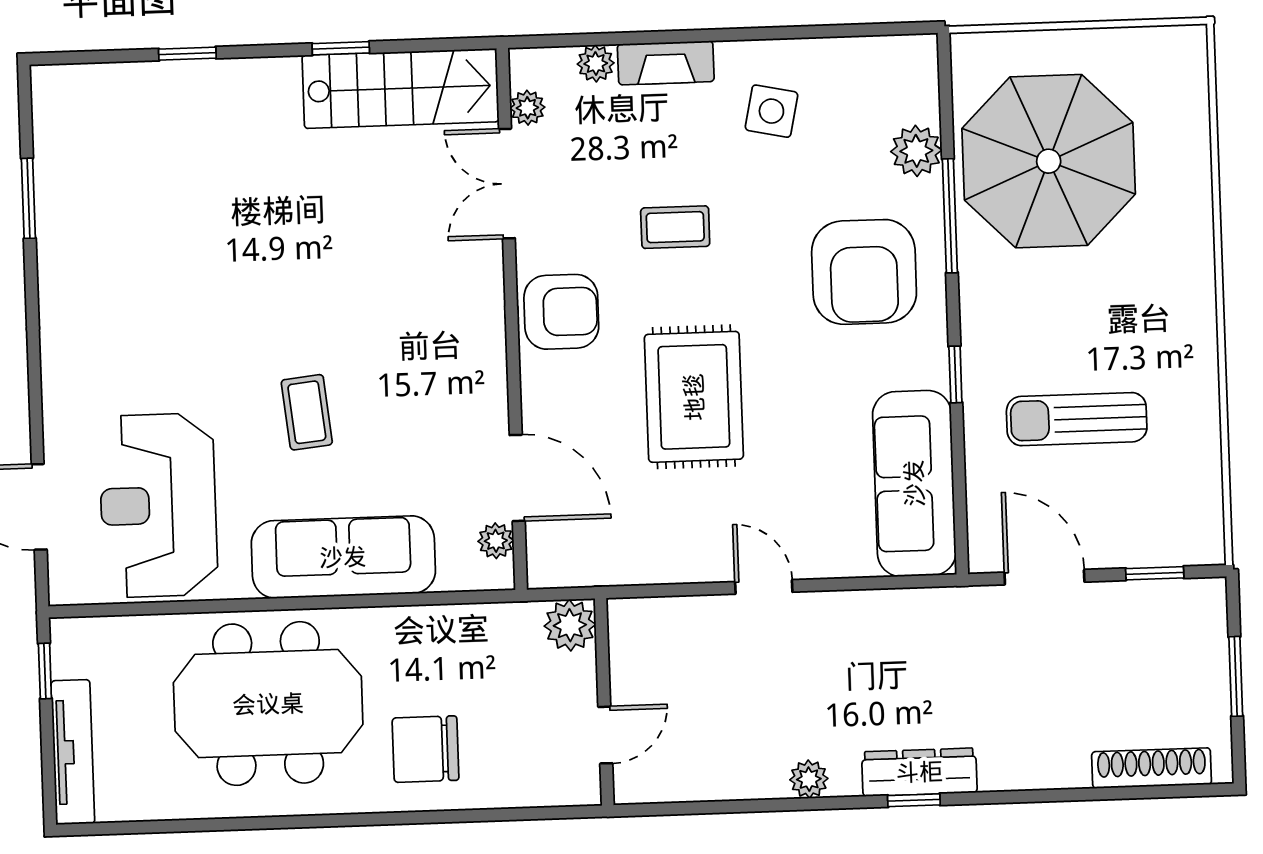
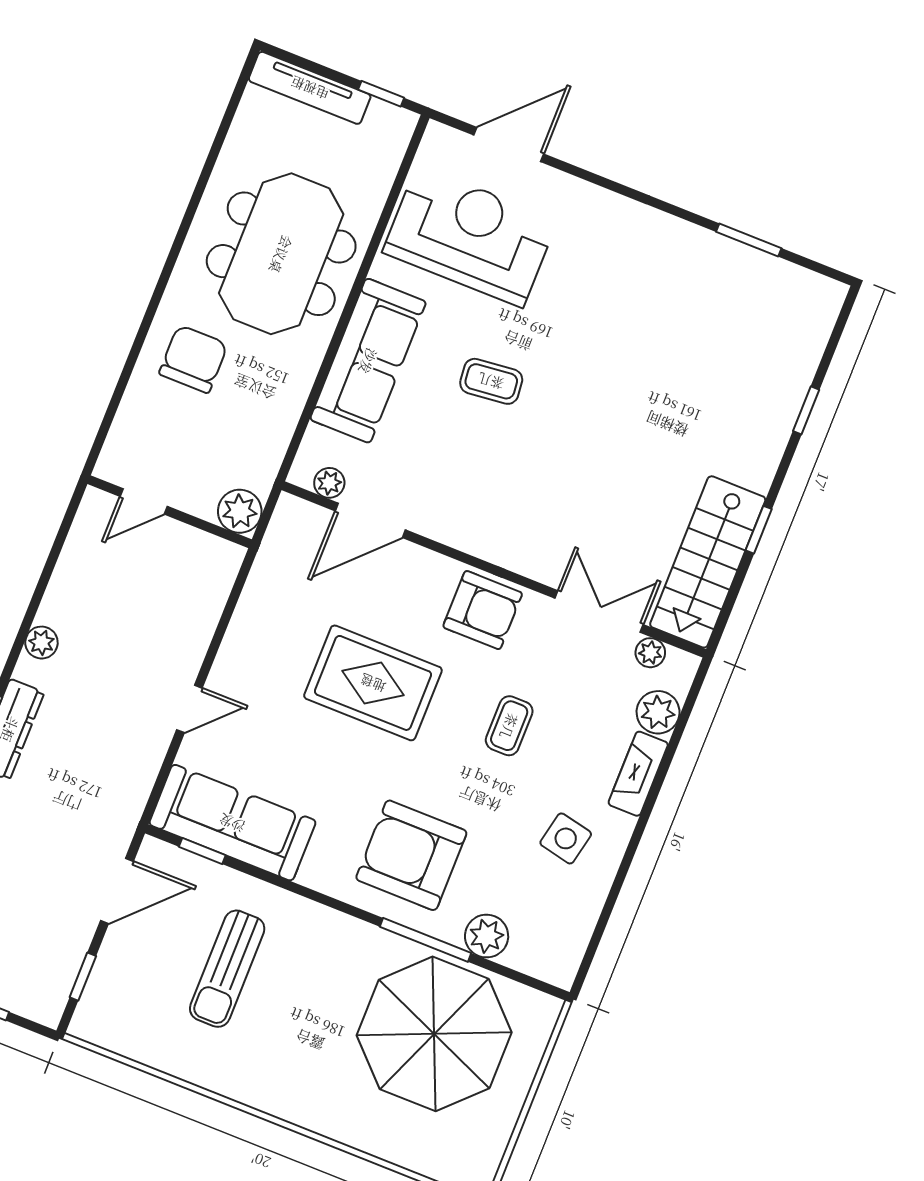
plant: (596, 63) -> (658, 712), width x1.38, depth x1.38
armchair: (561, 312) -> (483, 610), turned -90
window: (955, 374) -> (202, 851), moved
sun lounger: (1077, 419) -> (227, 969), turned 180
door: (764, 587) -> (189, 709), moved
door: (605, 735) -> (144, 501), hinge flipped

